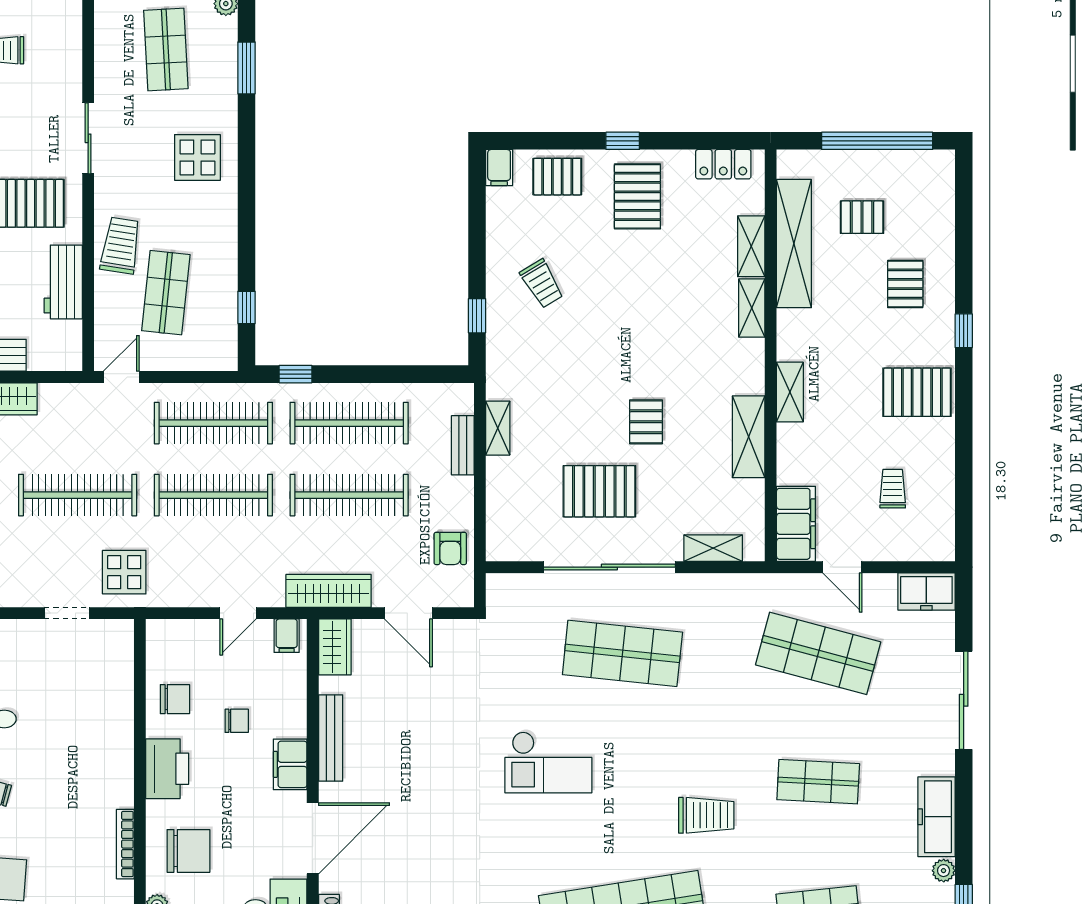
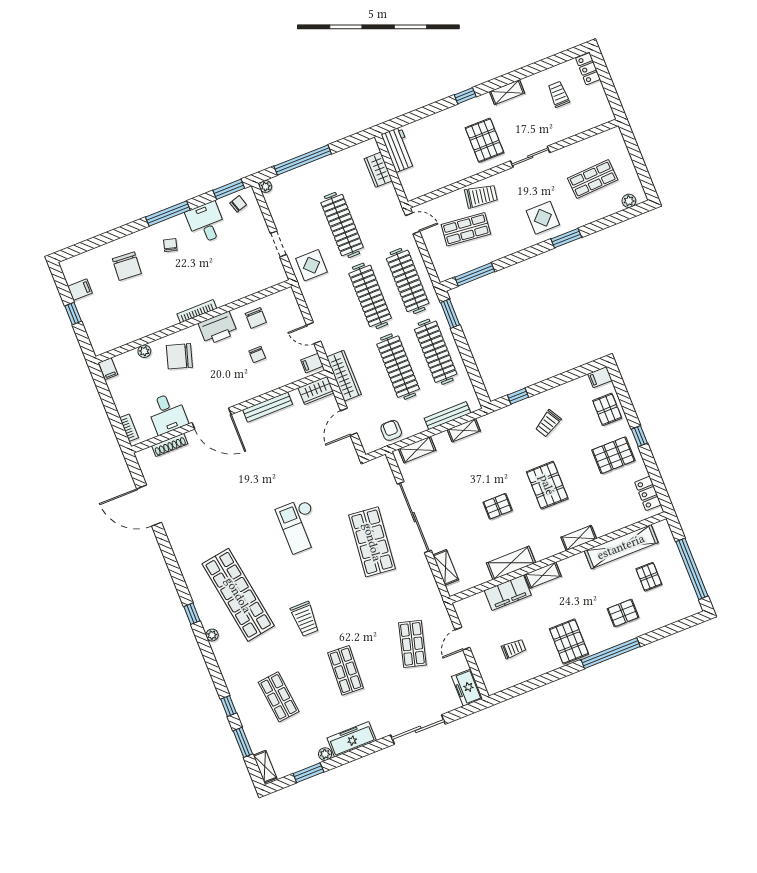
window: (247, 68) -> (566, 238), moved
shelving: (751, 246) -> (417, 450), moved
workbench: (63, 282) -> (450, 174), removed
window: (247, 307) -> (475, 274), width x2.17
window: (964, 331) -> (611, 653), width x3.17
window: (296, 374) -> (450, 314), width x1.50
bench: (463, 445) -> (448, 416), width x1.36
pallet: (599, 491) -> (547, 485), moved
filing cabinet: (796, 524) -> (508, 593), moved
armchair: (450, 548) -> (391, 430), turned 90
shop shelf: (818, 653) -> (412, 644), width x0.70, depth x0.74
filing cabinet: (290, 764) -> (246, 391), removed
bookcase: (125, 844) -> (197, 311), moved
chair: (188, 851) -> (179, 356), turned 107

